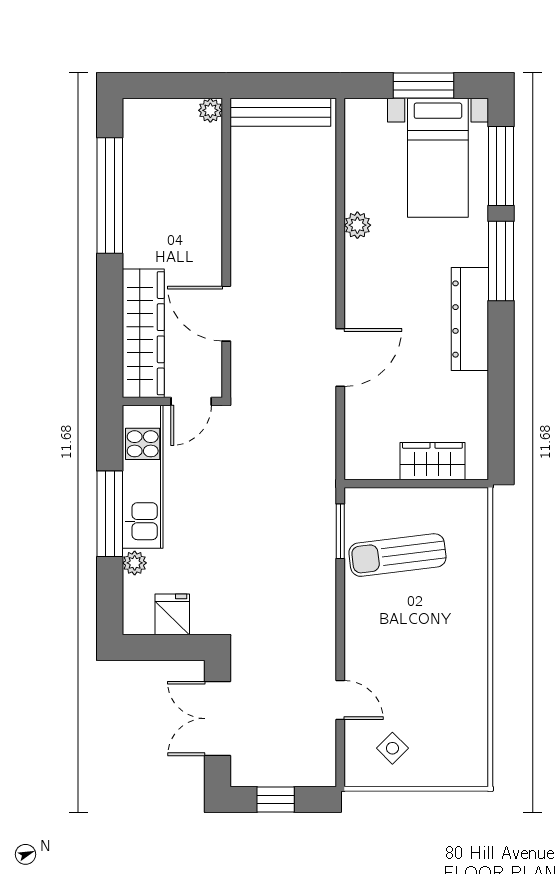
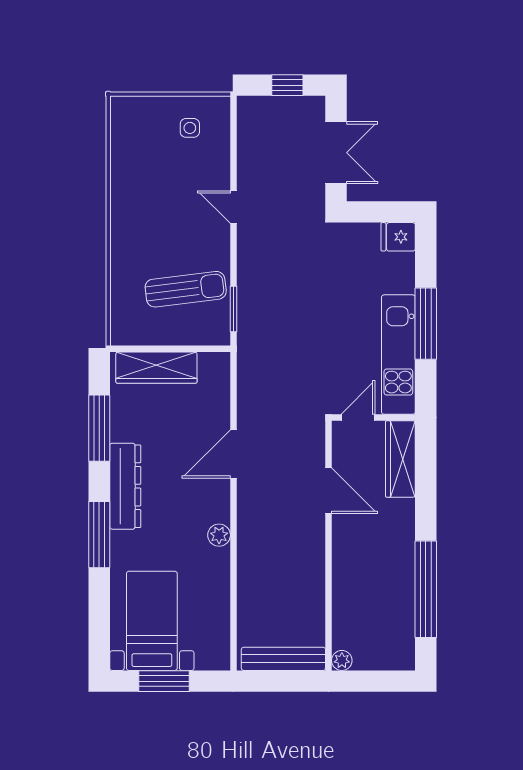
window: (501, 166) -> (99, 428), moved
plant: (357, 225) -> (219, 535), moved
wardrobe: (143, 333) -> (400, 459), width x0.71, depth x0.85
wardrobe: (432, 461) -> (156, 368), width x1.50
plant: (135, 563) -> (405, 283), removed
fridge: (172, 614) -> (398, 237), moved, turned 90
door: (340, 700) -> (233, 207), moved
side table: (392, 748) -> (190, 128), turned 45

